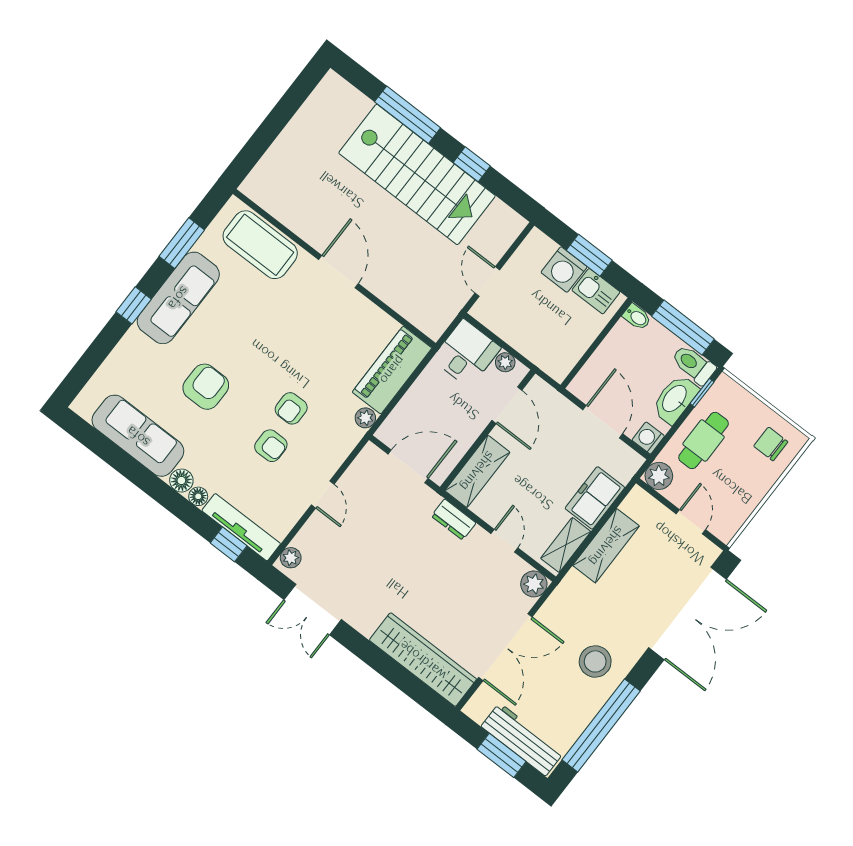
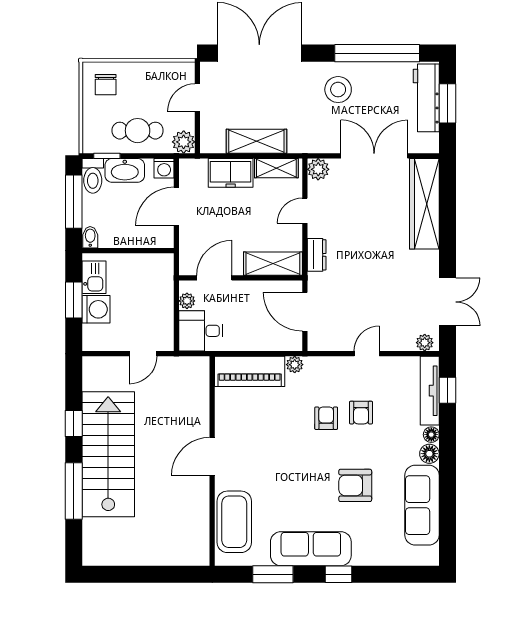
armchair: (291, 408) -> (326, 418), turned -90
armchair: (271, 446) -> (361, 413), turned 180

